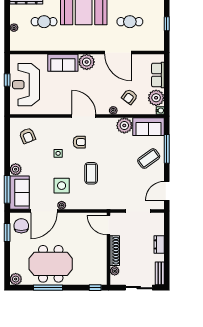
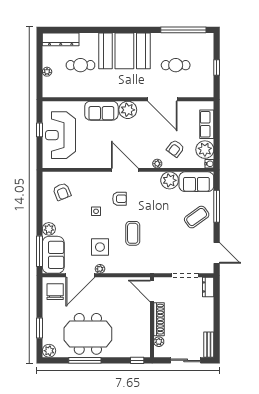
door: (167, 191) -> (217, 253), swing flipped
window: (7, 233) -> (39, 328), moved
dresser: (159, 244) -> (208, 287), moved

